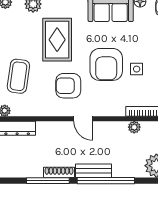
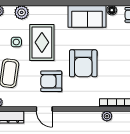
side table: (137, 69) -> (16, 42), moved
door: (83, 119) -> (44, 109), moved

